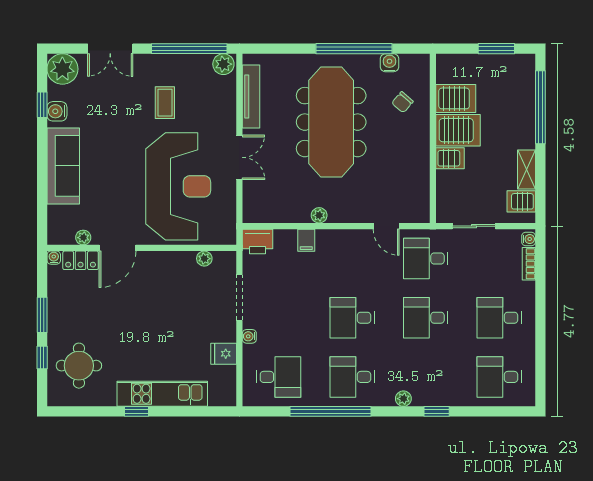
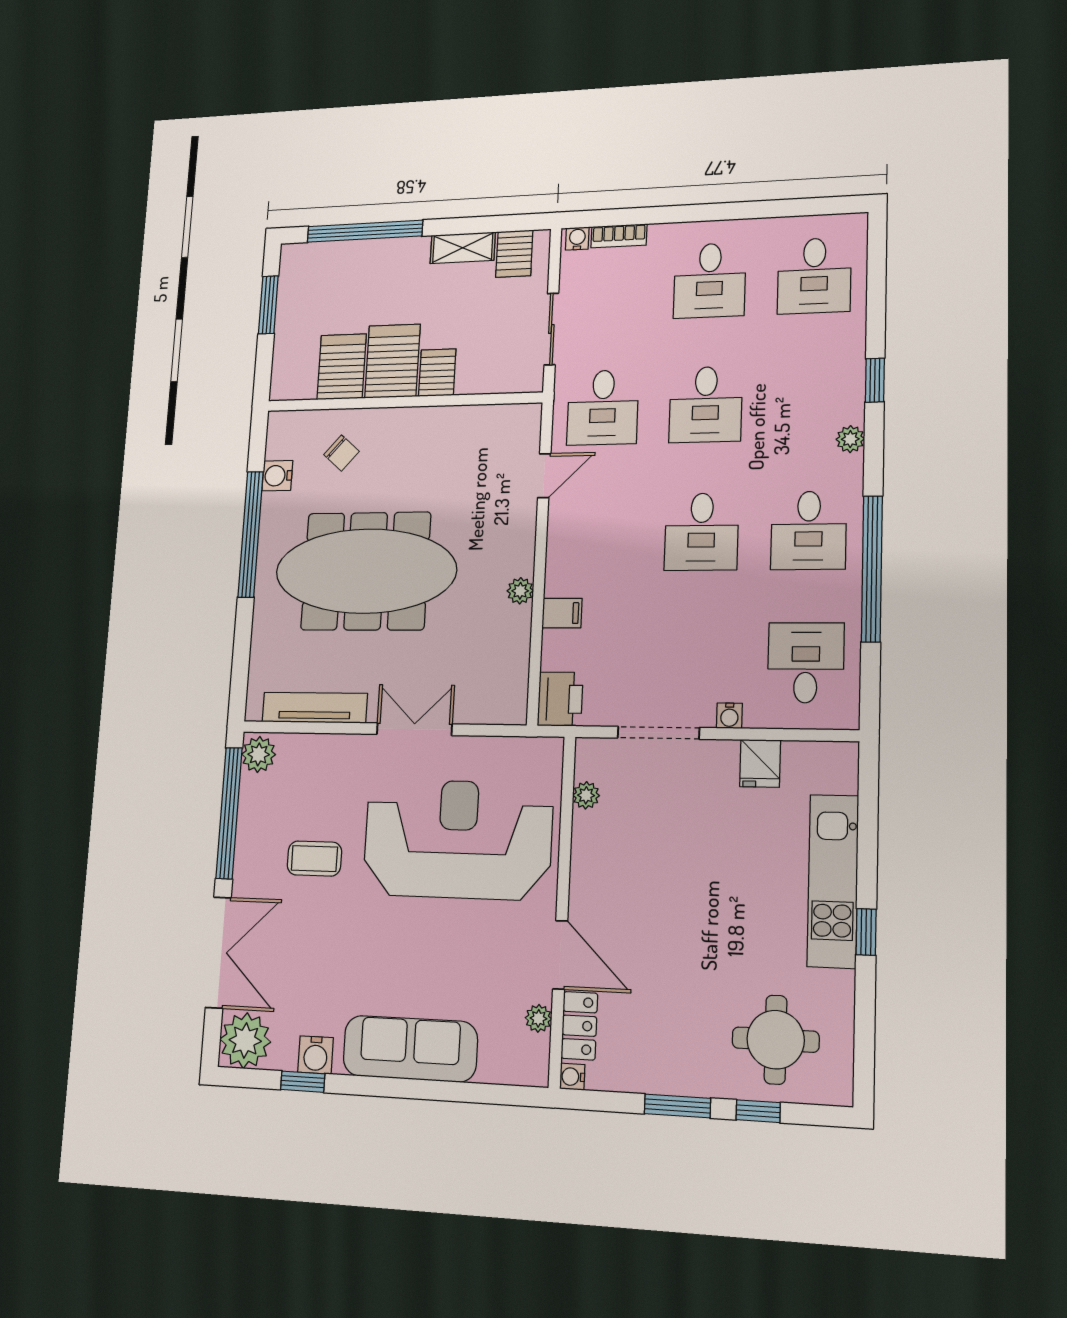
double door: (110, 49) -> (218, 952), width x1.37

